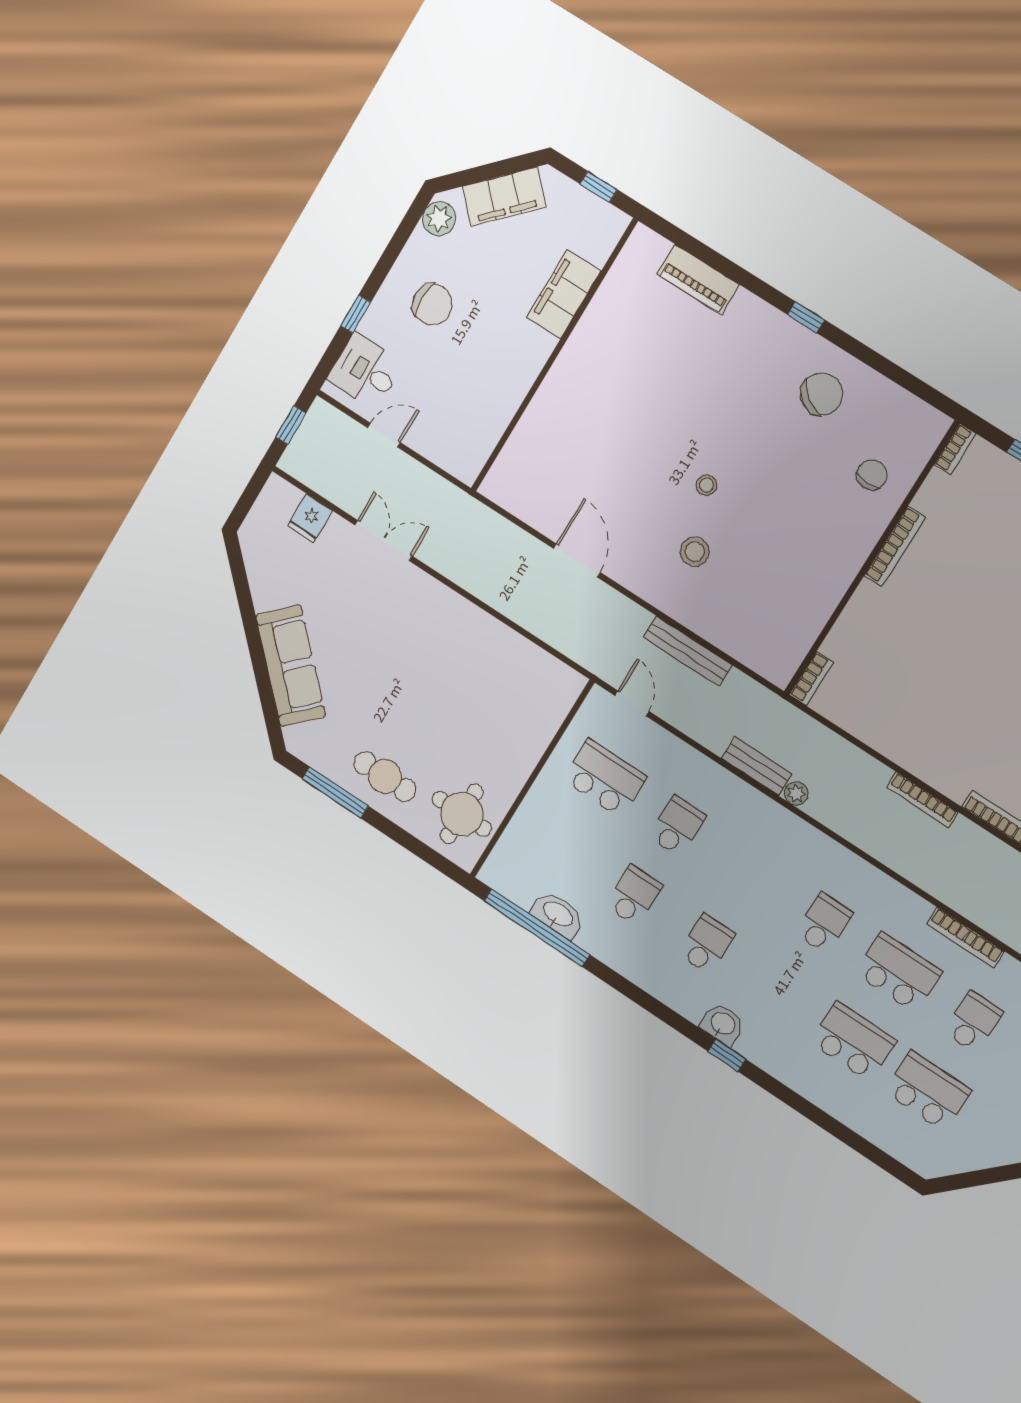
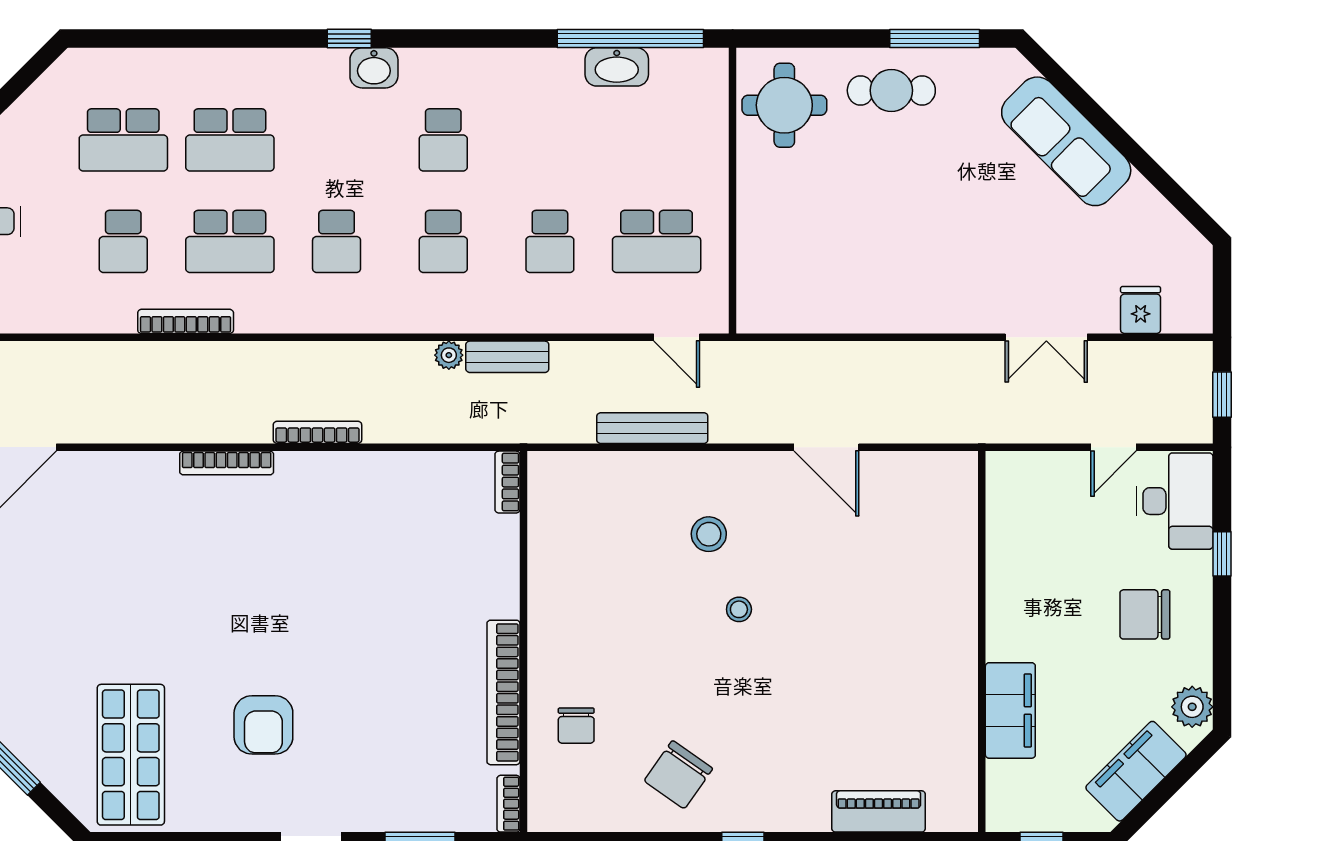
desk: (365, 371) -> (1175, 501), width x1.37
bookcase: (895, 546) -> (503, 692), width x1.48, depth x1.31
school desk: (634, 895) -> (443, 241), moved

